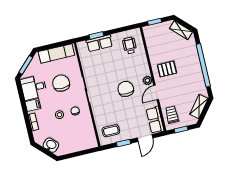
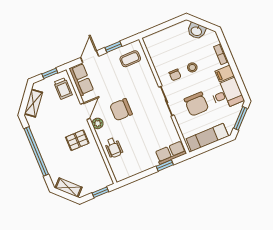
row of seats: (99, 43) -> (171, 153), moved
wheelchair: (130, 46) -> (114, 148), moved
chair: (126, 89) -> (121, 110), turned 90

